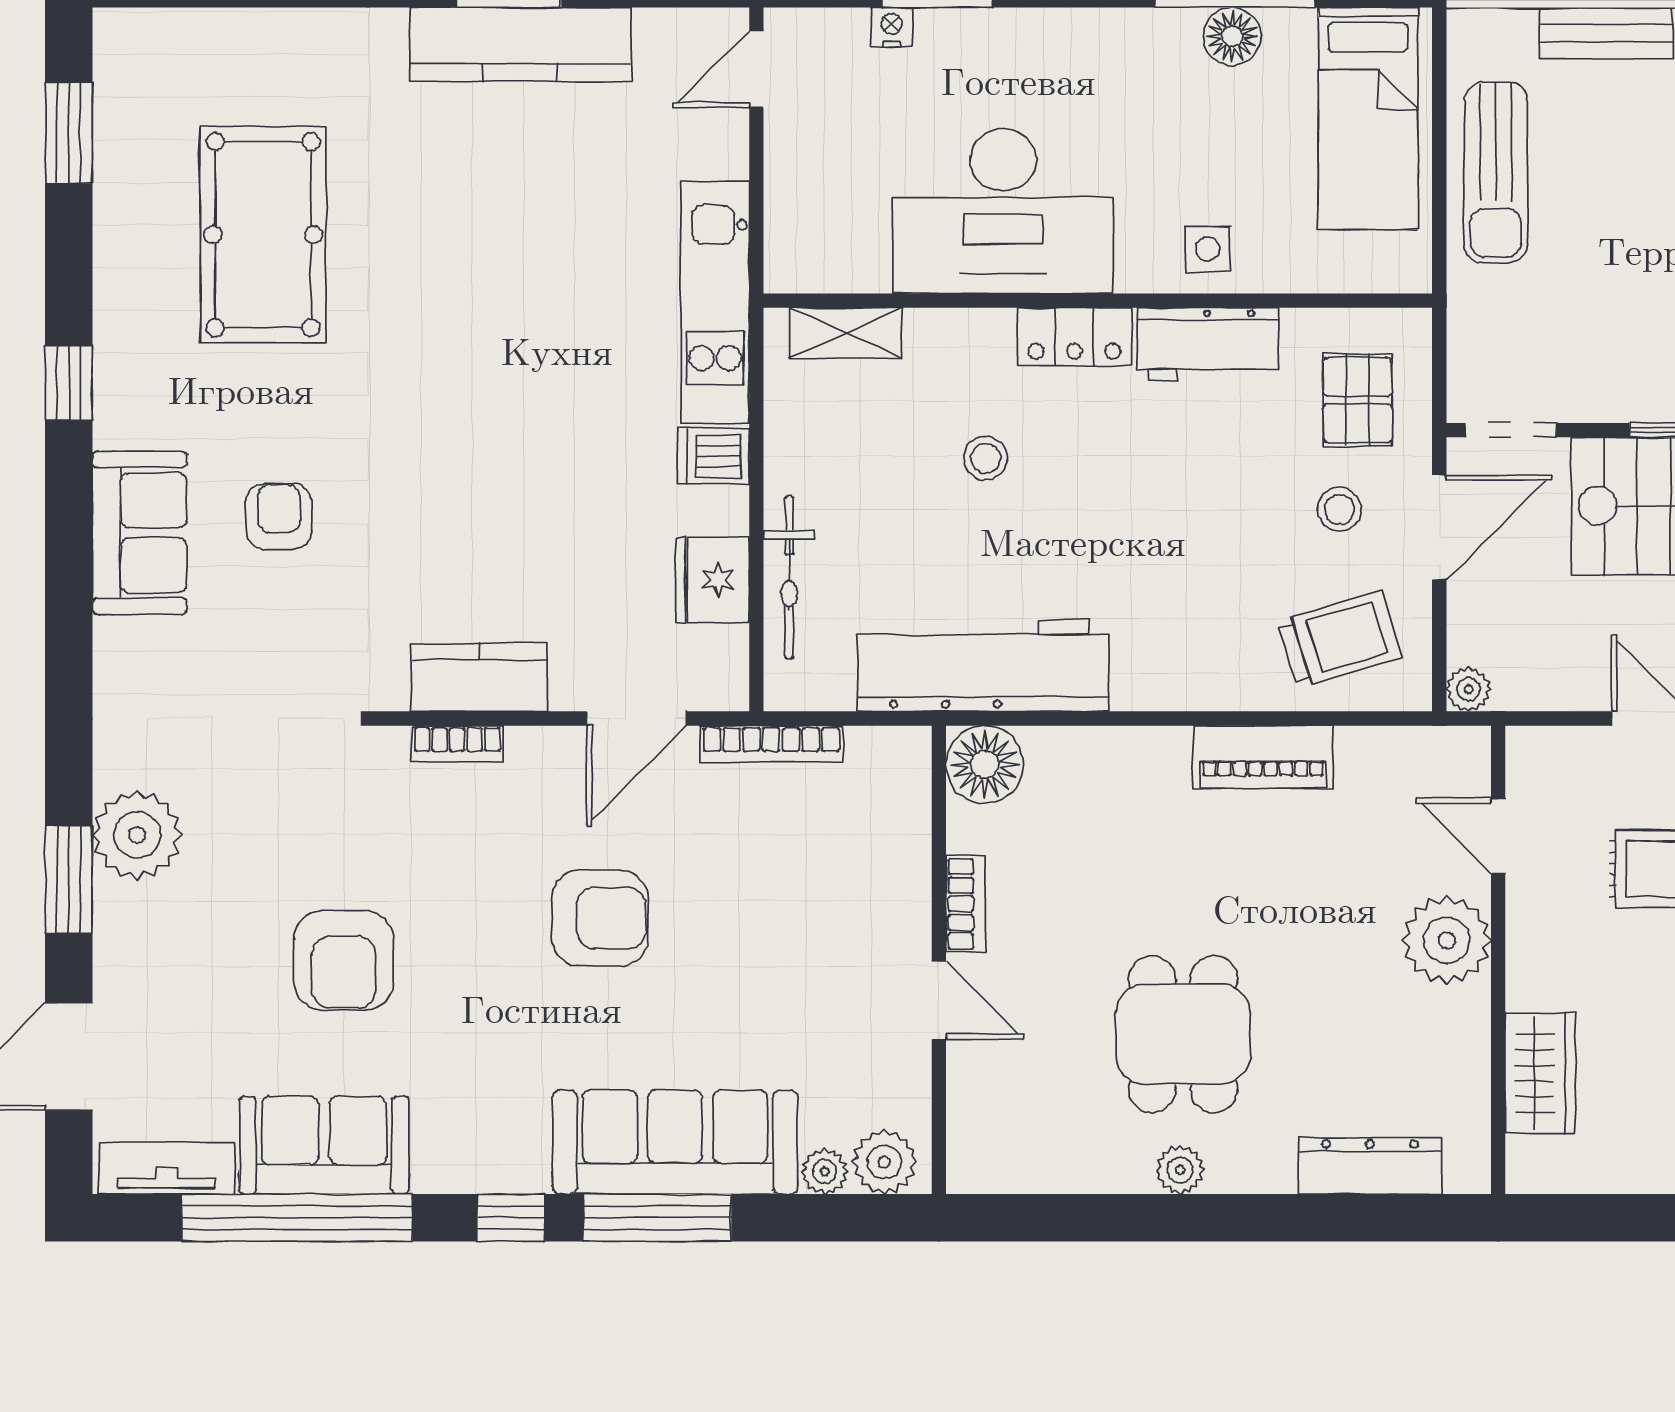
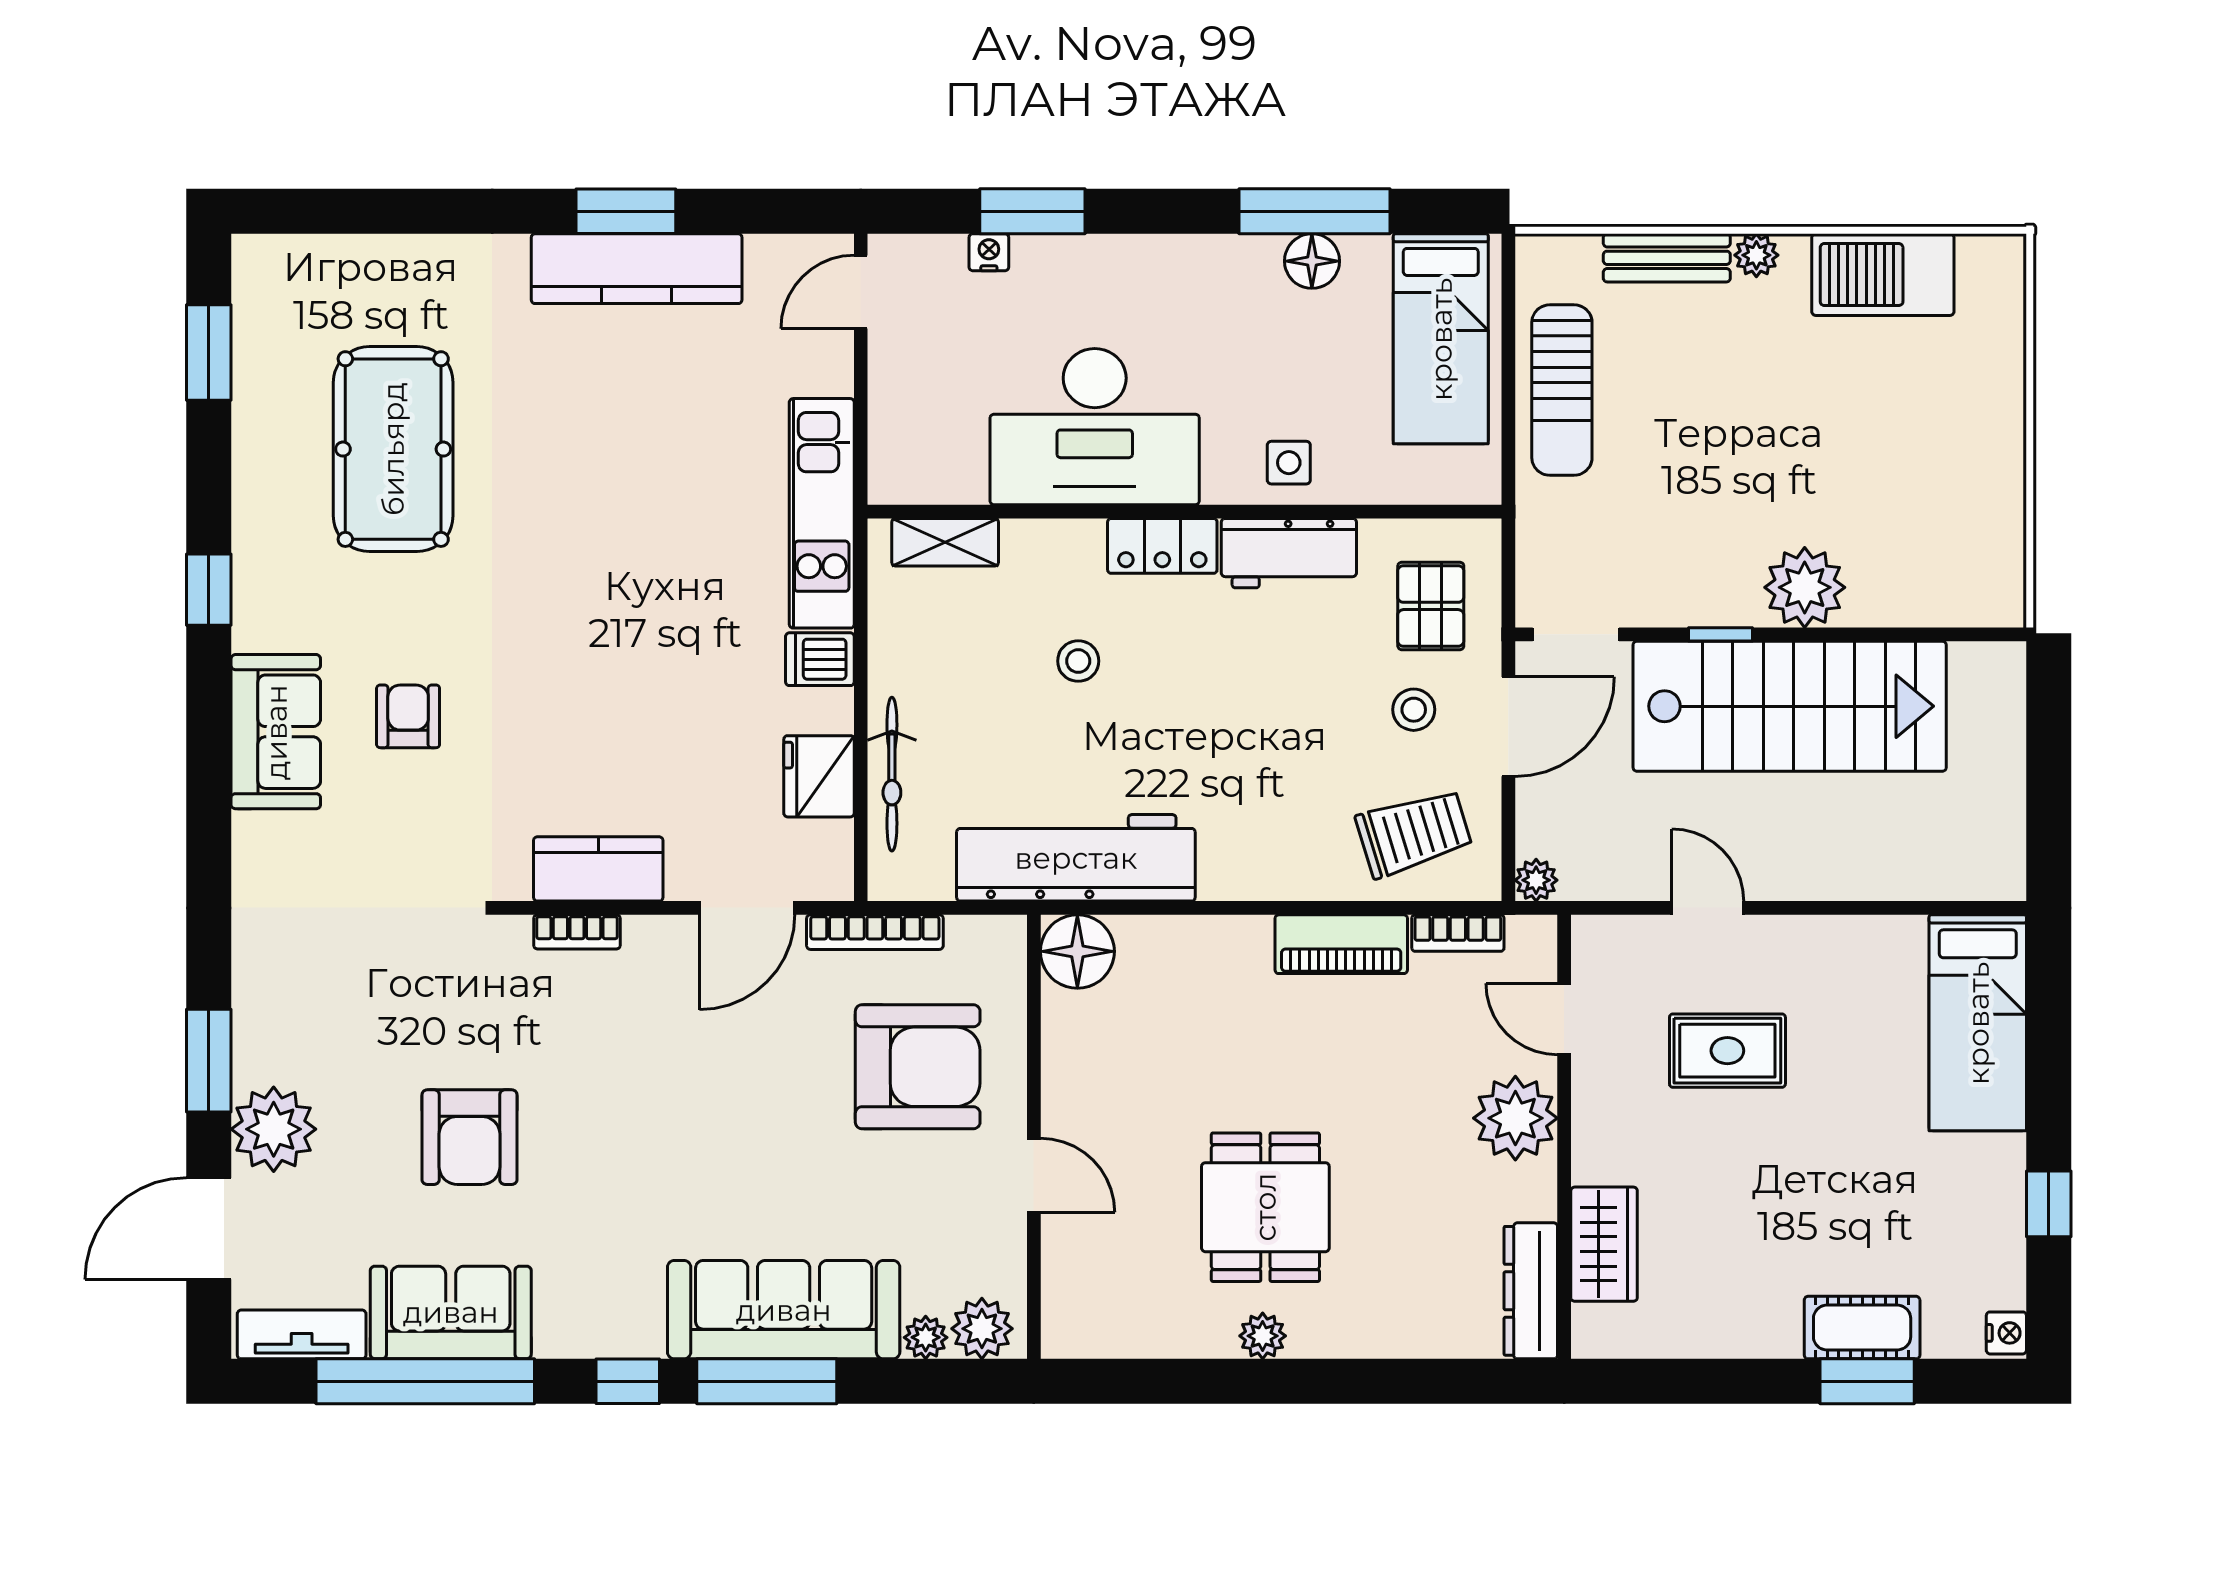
plant: (137, 835) -> (274, 1129), moved
bookcase: (965, 904) -> (1458, 933), moved, turned 90
armchair: (600, 918) -> (918, 1067), moved, width x1.36, depth x1.36
dresser: (1370, 1166) -> (1531, 1291), moved, turned -90

